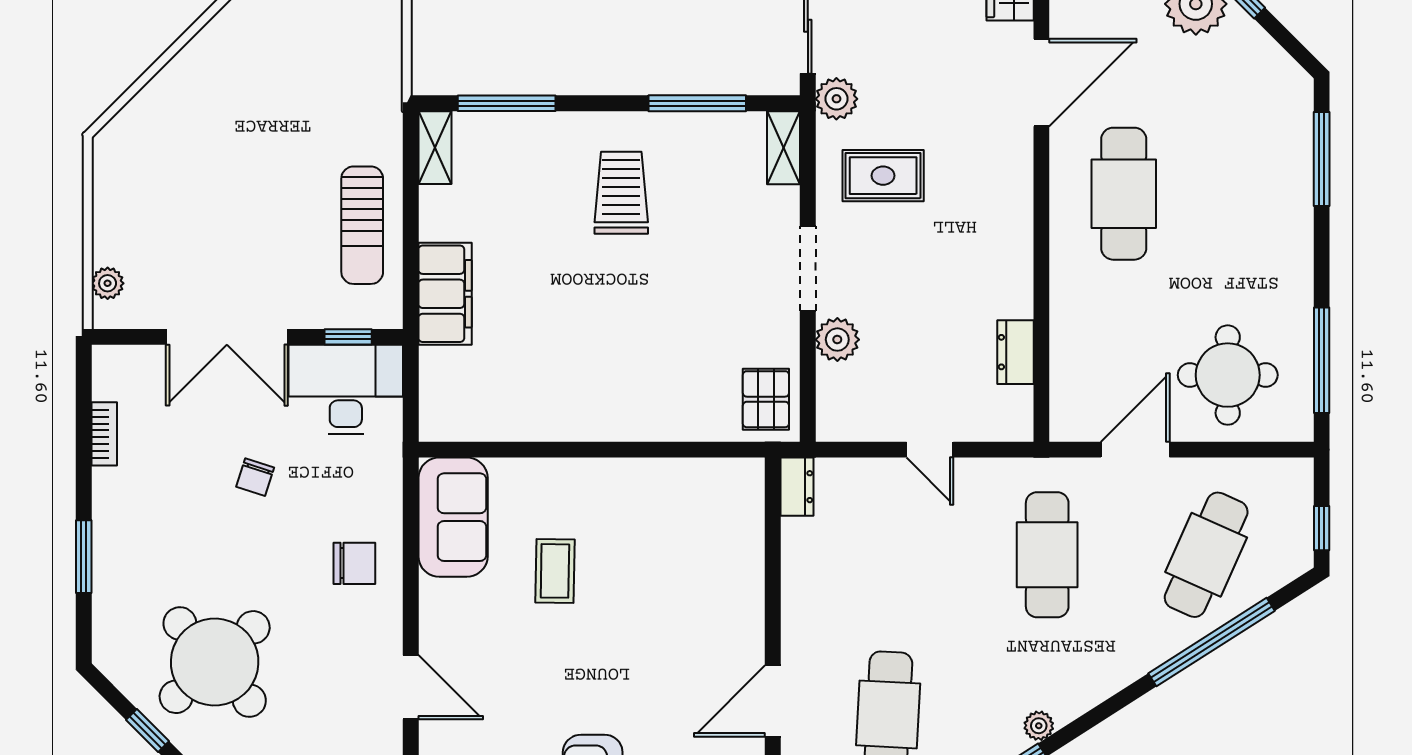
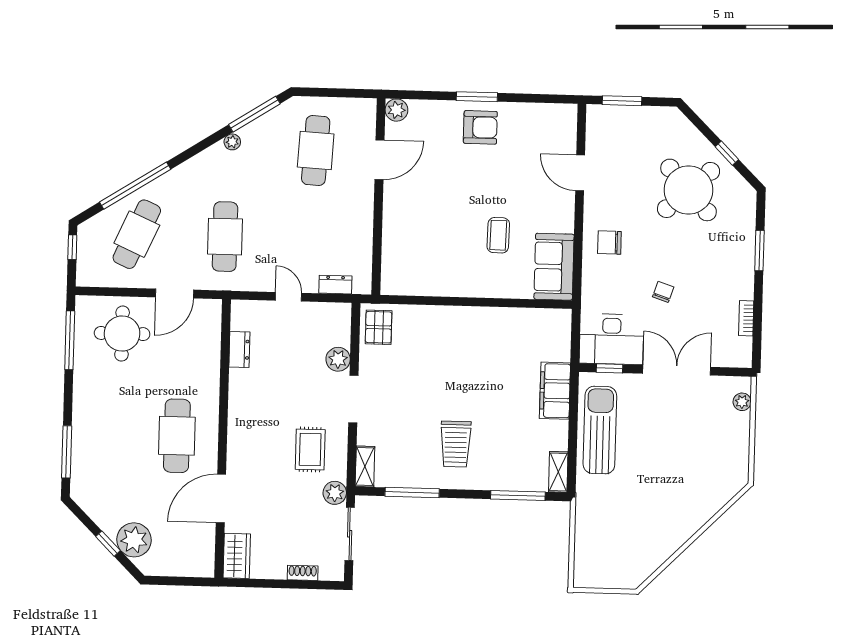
rug: (883, 176) -> (310, 449), turned 90
sun lounger: (362, 225) -> (600, 430), width x1.36, depth x1.34
dresser: (797, 487) -> (335, 285), moved, turned 90

